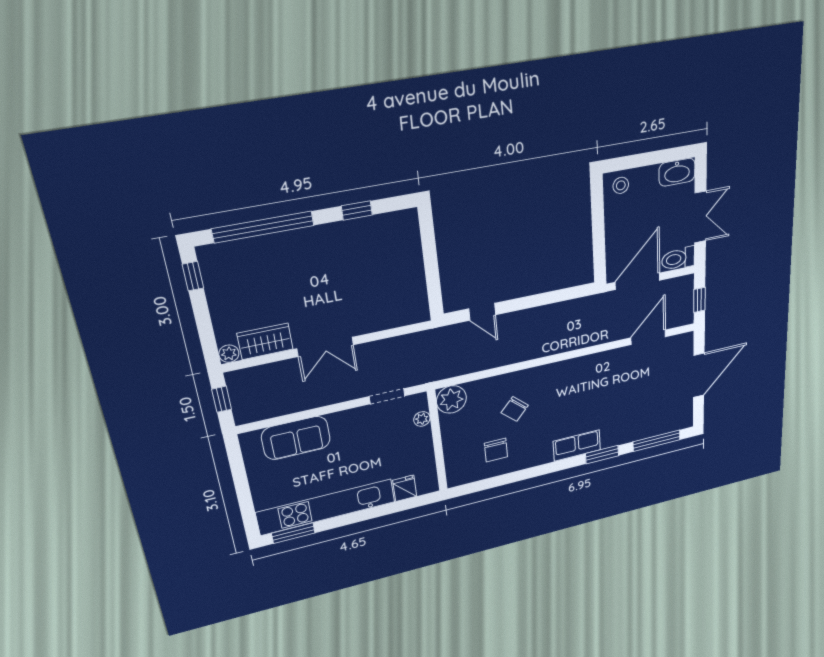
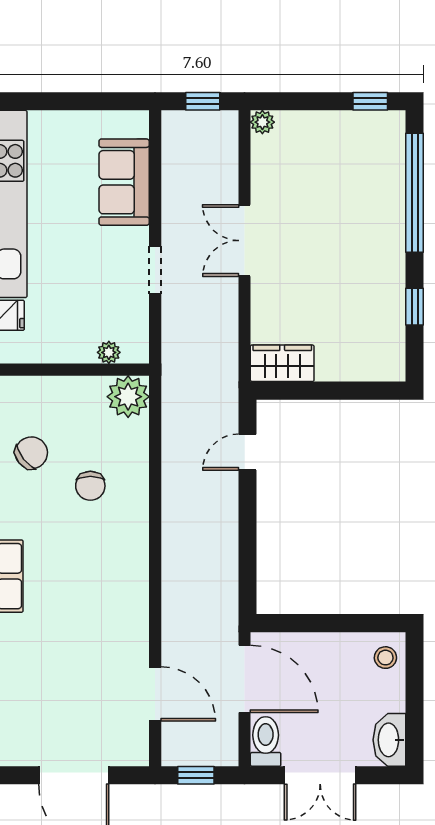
wardrobe: (265, 341) -> (282, 363), moved, turned -90
doorway: (387, 396) -> (155, 270), moved
chair: (515, 409) -> (90, 486), turned -132
chair: (496, 450) -> (31, 453), turned 142

